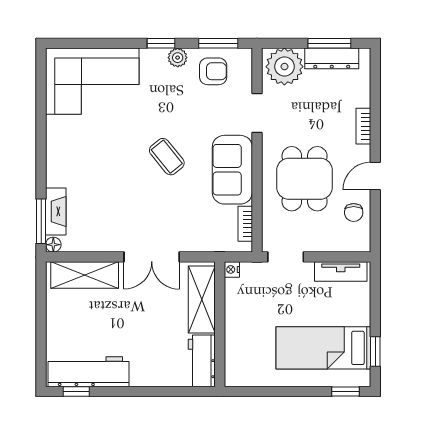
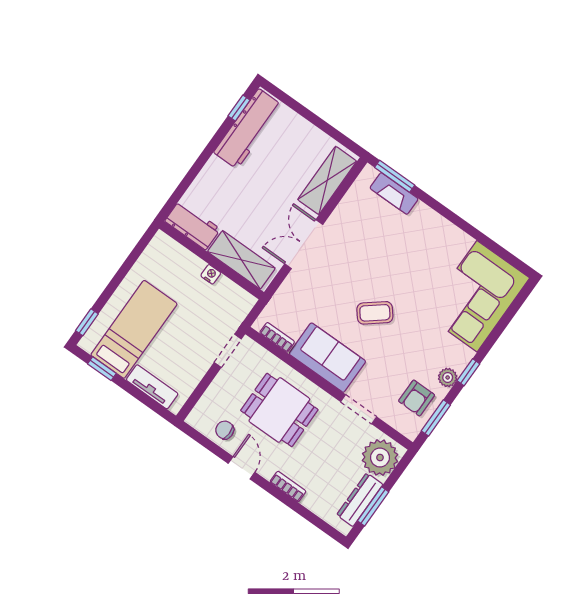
floor lamp: (53, 245) -> (369, 173), removed
nightstand: (232, 269) -> (211, 274), moved
tv unit: (341, 271) -> (152, 387), moved, turned 90

